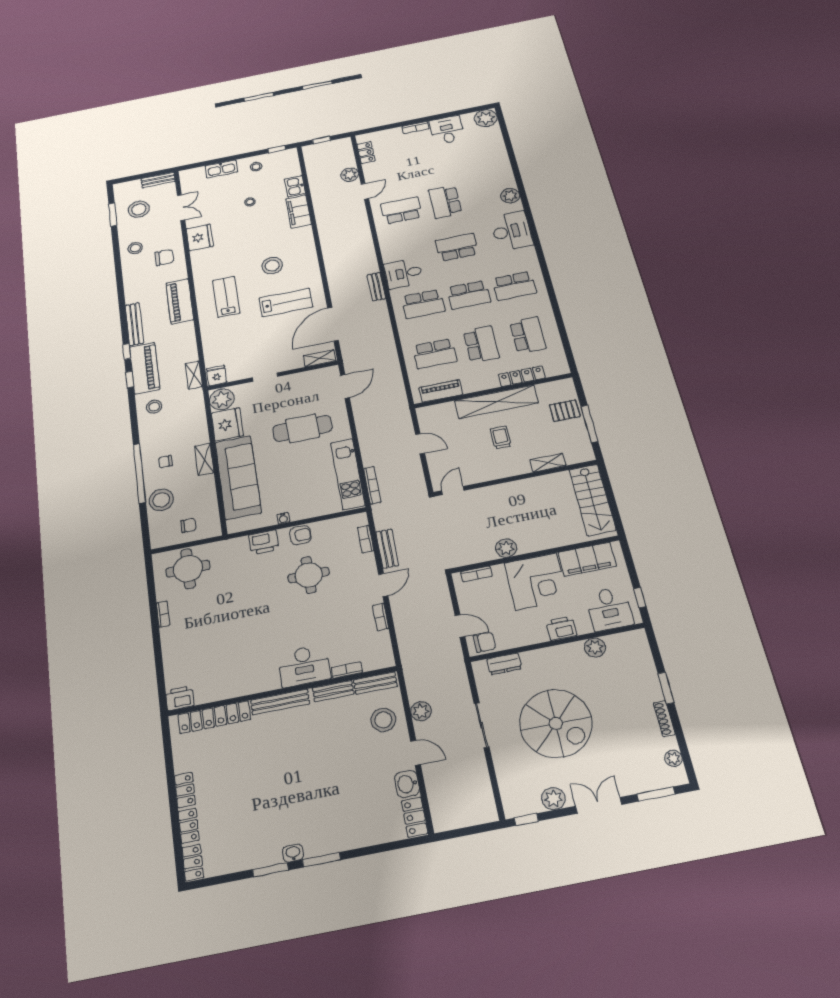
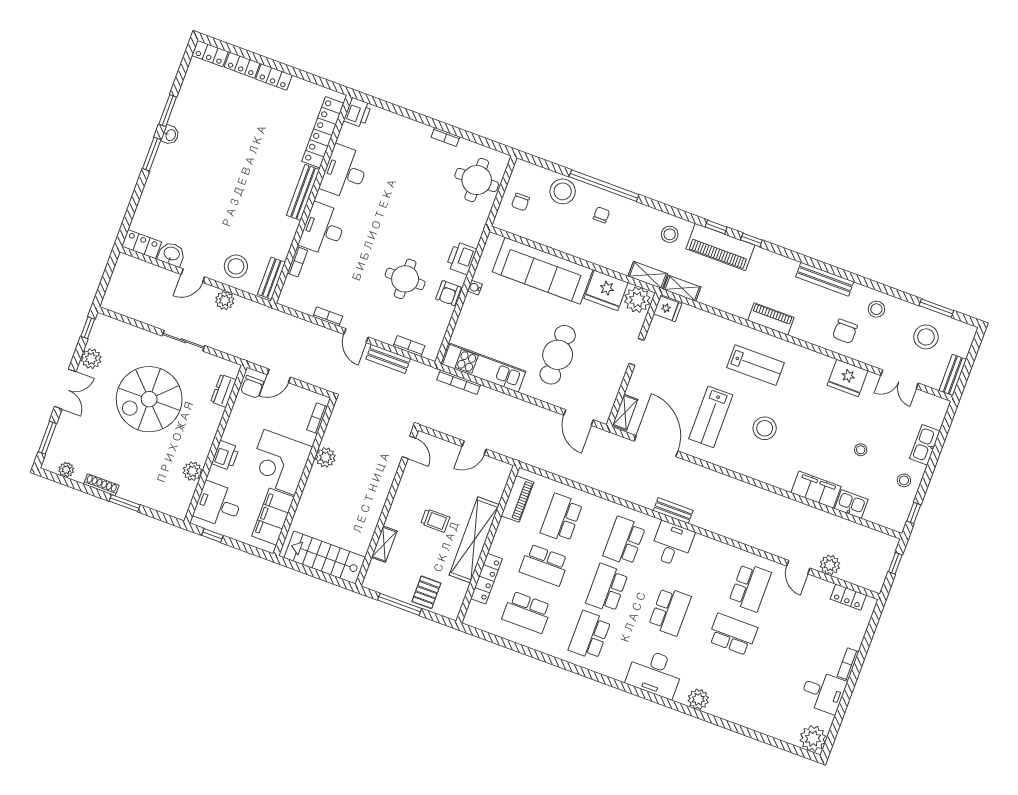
piano: (180, 301) -> (771, 319), width x0.73, depth x0.75
bench: (134, 324) -> (825, 279), moved
shelving: (204, 459) -> (648, 275), moved
desk: (241, 678) -> (345, 172), added
bench: (333, 691) -> (286, 241), removed

